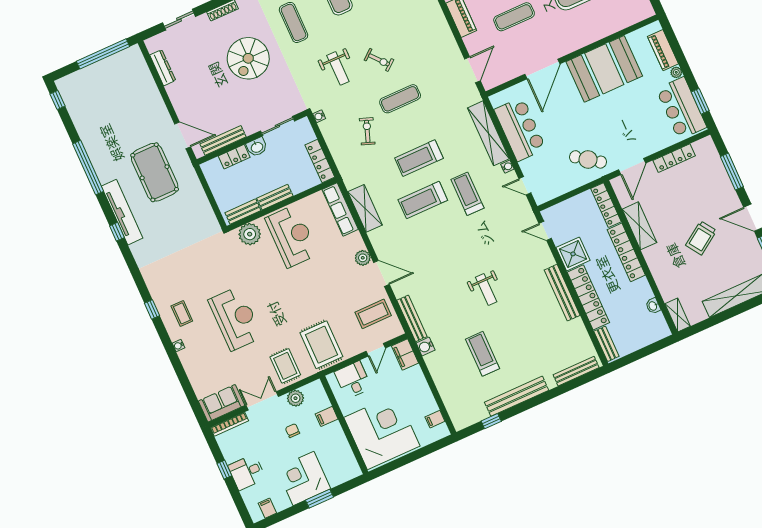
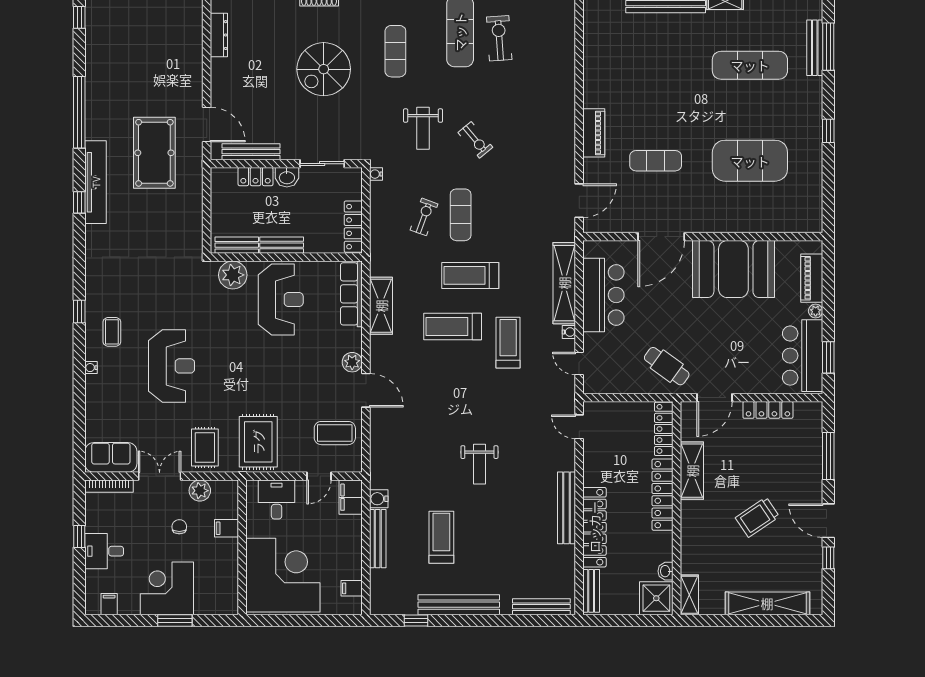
exercise mat: (400, 99) -> (461, 215), moved, turned 90
shower: (573, 254) -> (656, 598), moved
bench: (412, 318) -> (378, 539), moved

